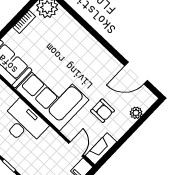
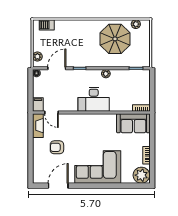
corner sofa: (52, 95) -> (98, 167), moved, turned 180
plant: (136, 113) -> (37, 164), removed

